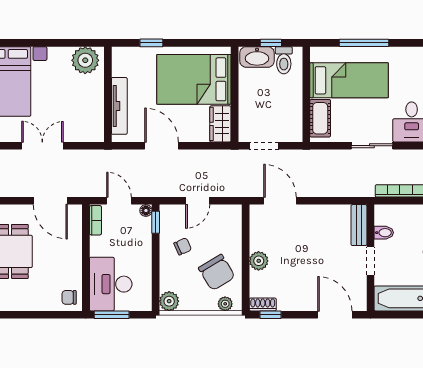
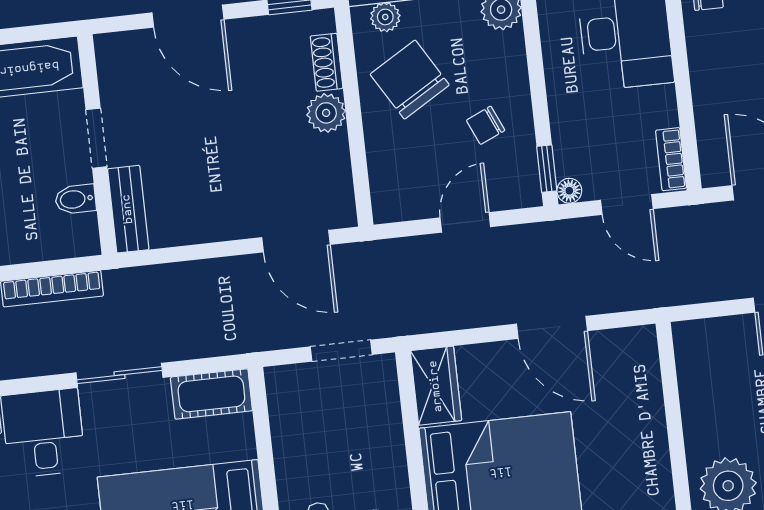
tv unit: (119, 106) -> (648, 400), removed
cot: (320, 118) -> (211, 394), moved, turned 90
shoe rack: (263, 304) -> (327, 62), moved, turned 90
door: (335, 315) -> (188, 16), moved

